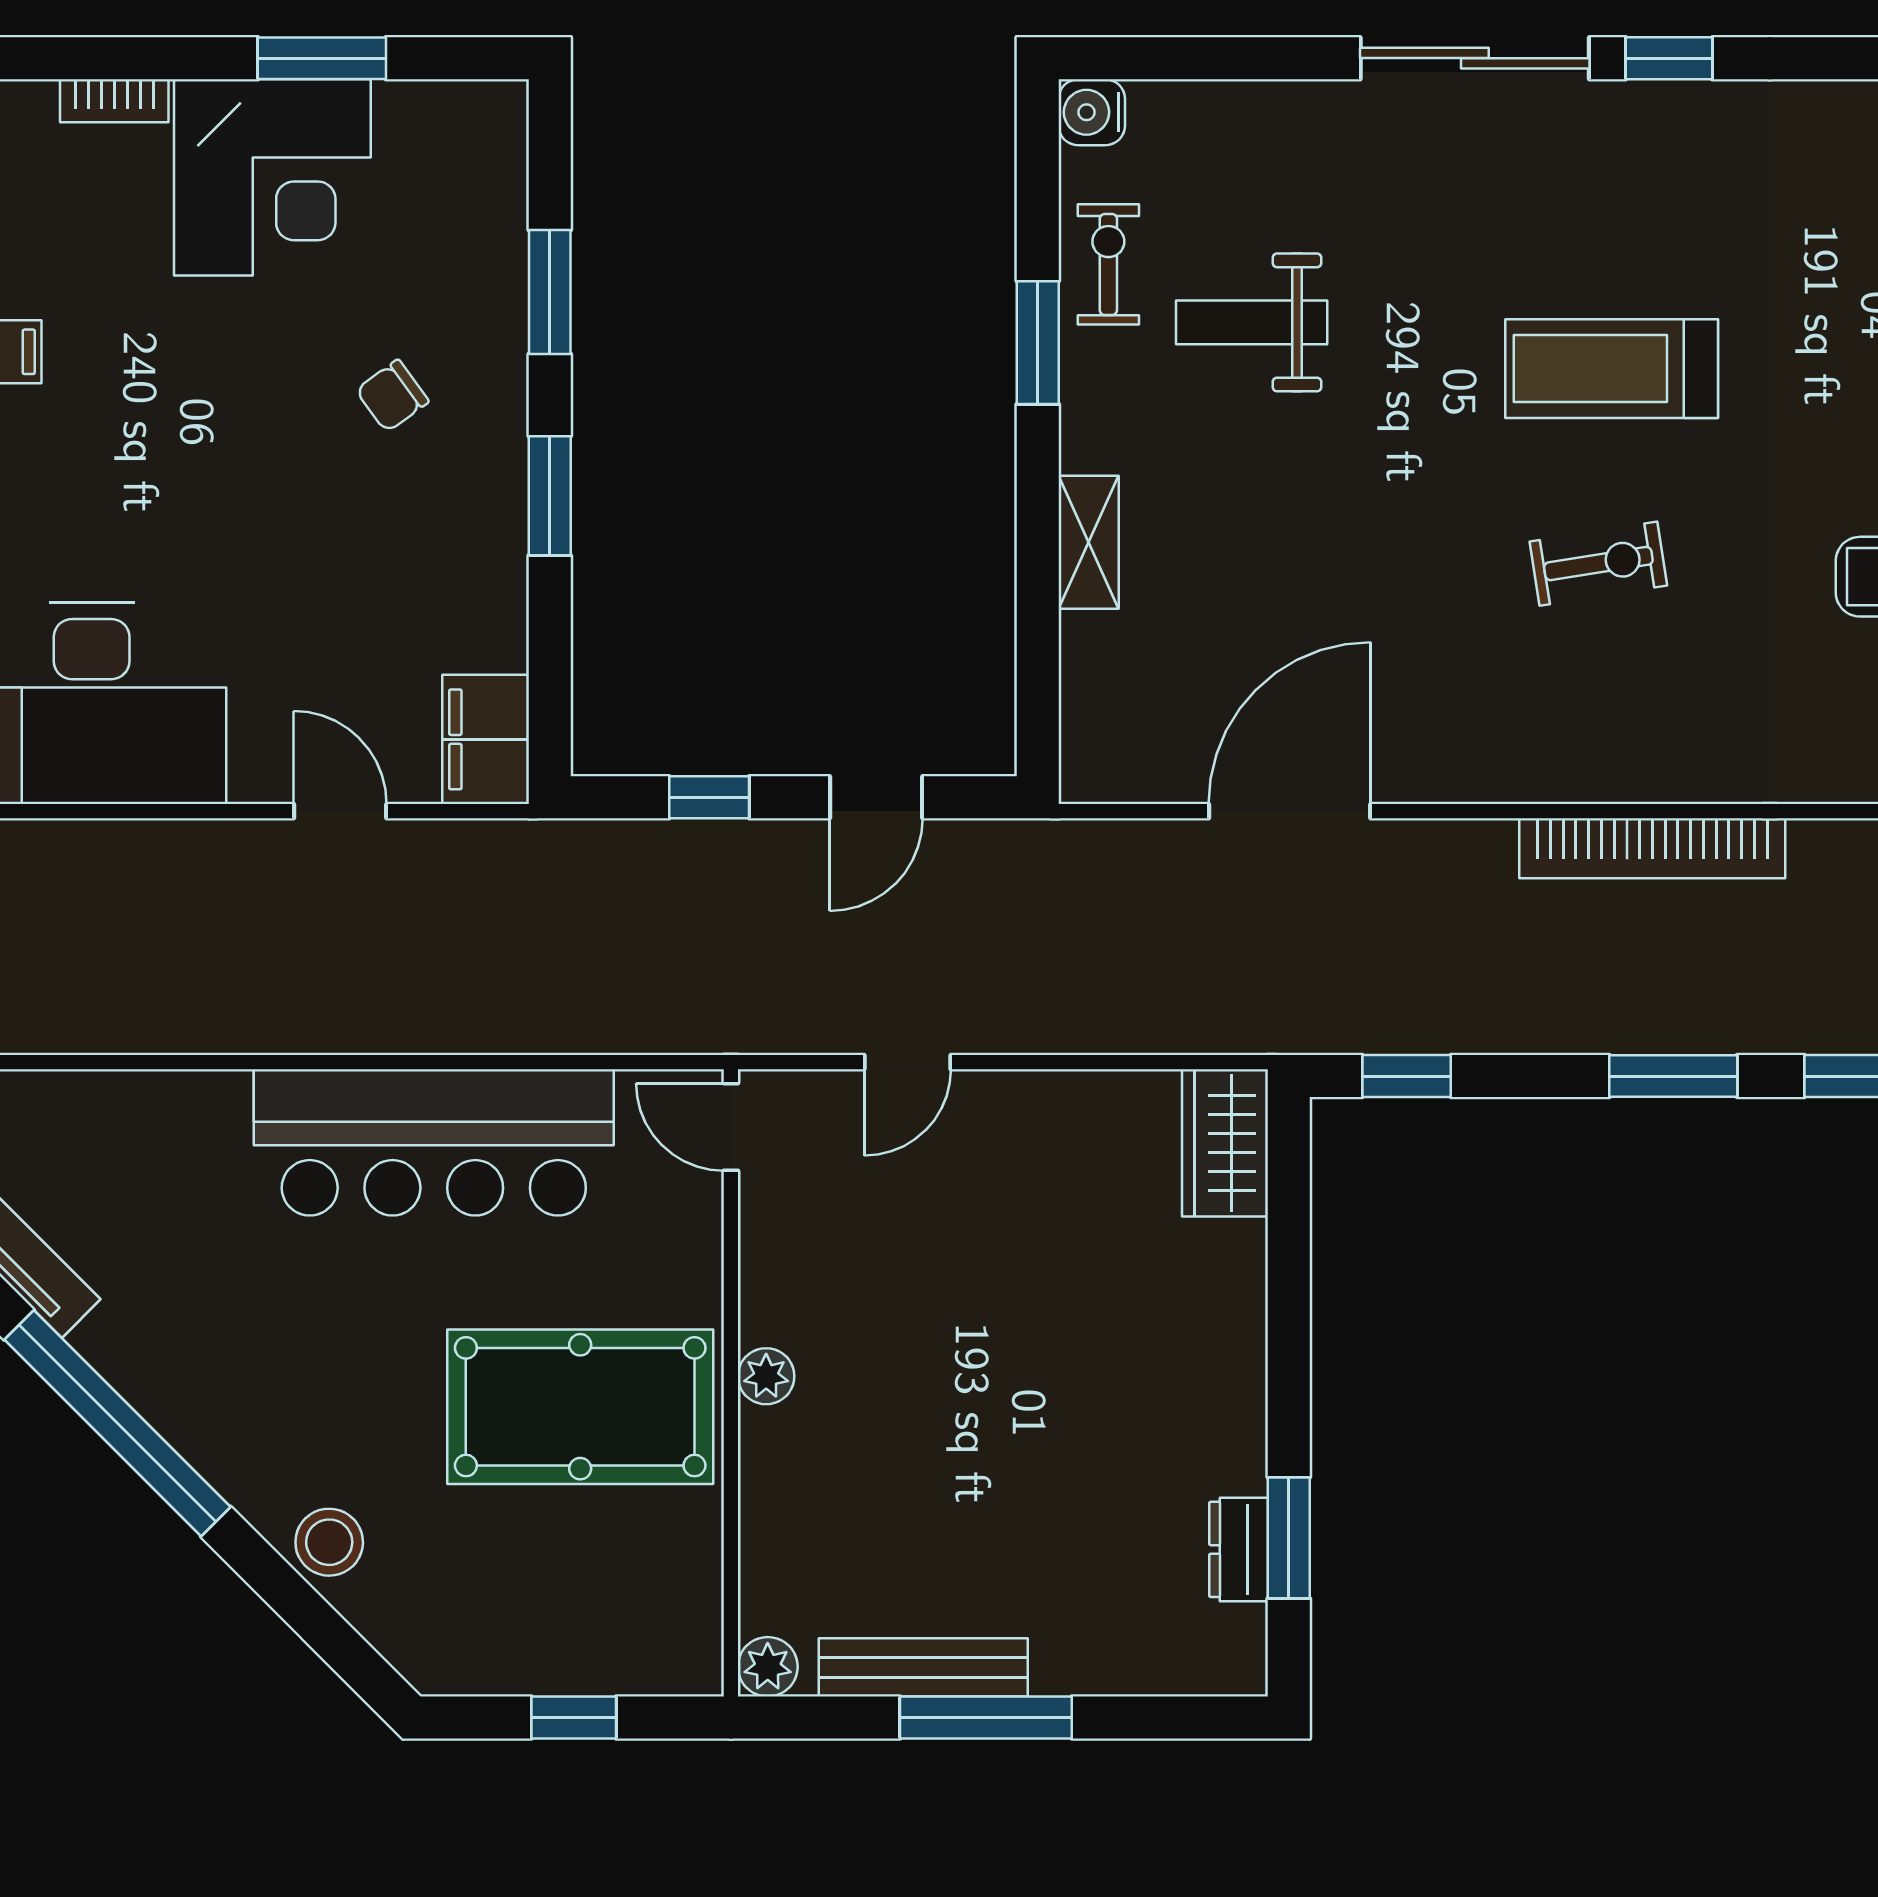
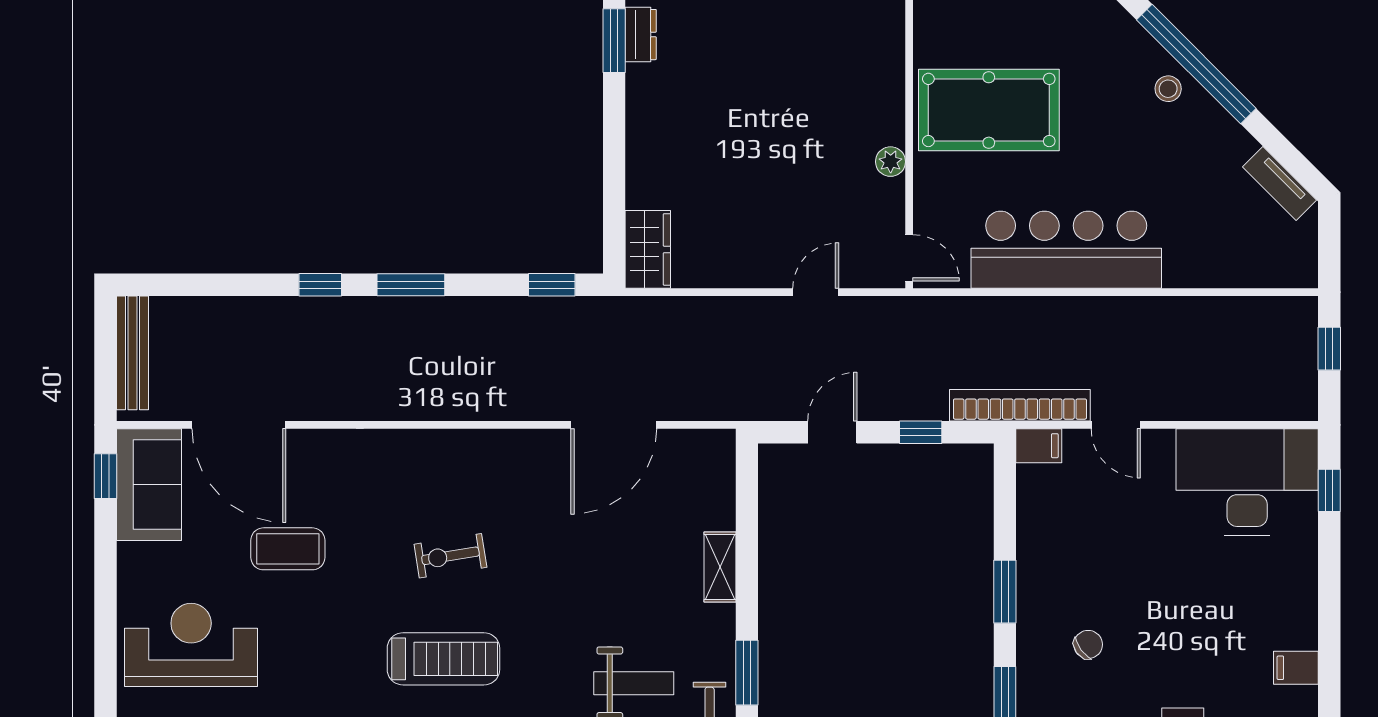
filing cabinet: (486, 739) -> (1039, 446), width x0.50
bookcase: (1652, 848) -> (1020, 405), moved
plant: (766, 1376) -> (891, 162), moved
window: (117, 1423) -> (1196, 64), moved
stool: (329, 1542) -> (1168, 89), moved, width x0.73, depth x0.73

